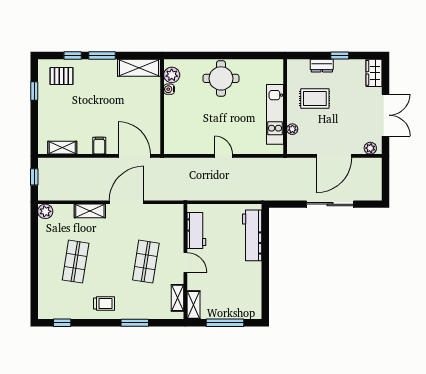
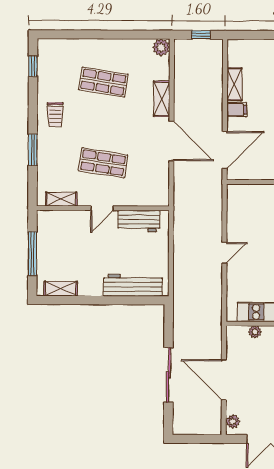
shelving: (62, 148) -> (234, 84), moved
shelving: (193, 305) -> (61, 289), moved

